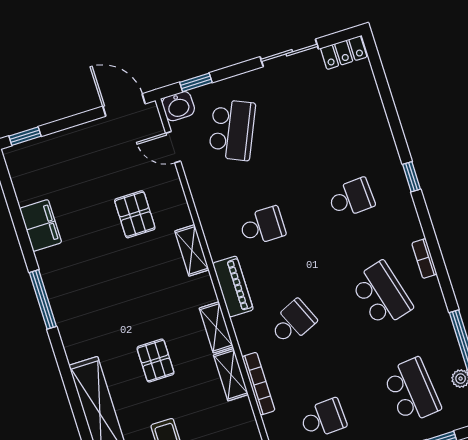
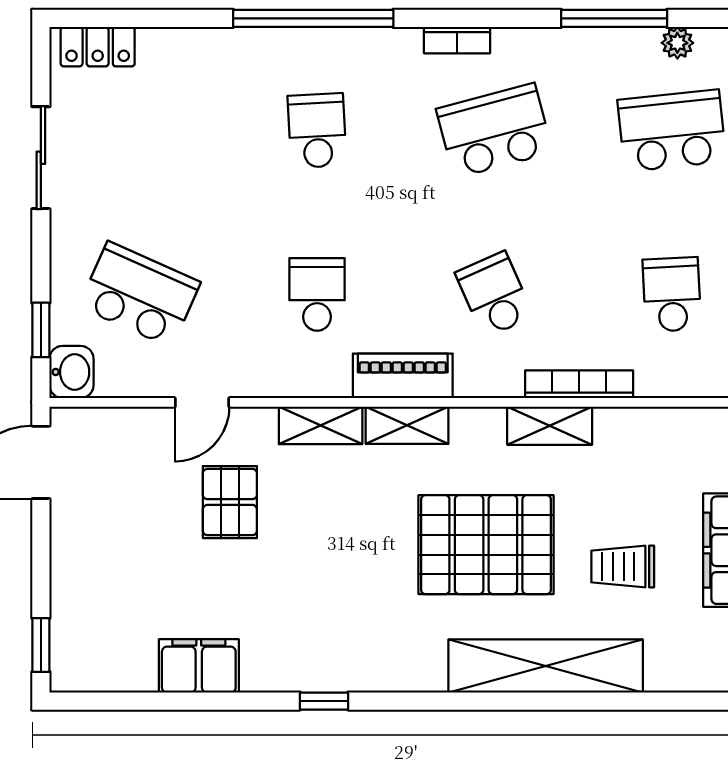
locker: (344, 53) -> (98, 47), moved, turned 90
door: (173, 147) -> (202, 402), moved
window: (412, 177) -> (313, 18), width x3.17
pallet: (135, 214) -> (230, 502), turned 90
window: (43, 299) -> (324, 701), width x0.46
shelving: (216, 327) -> (407, 425), moved
pallet: (156, 361) -> (486, 545), width x2.05, depth x2.00

